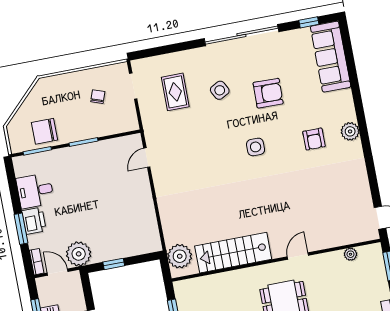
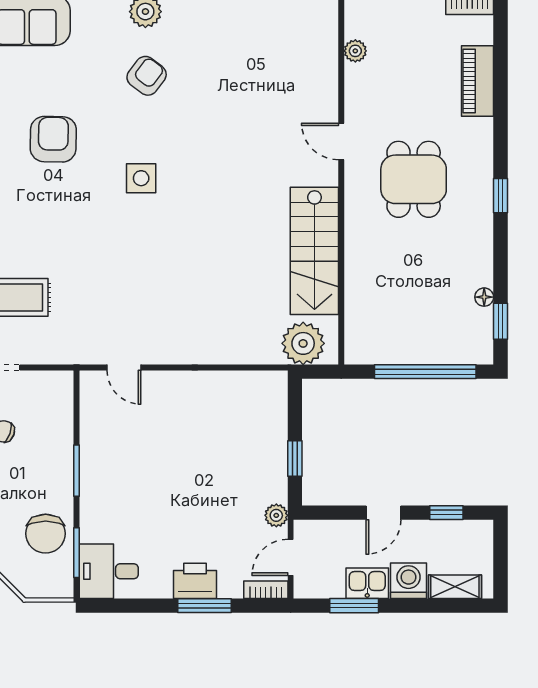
side table: (220, 90) -> (33, 221), removed
armchair: (314, 139) -> (147, 76), turned -53
desk: (35, 191) -> (109, 571), moved, turned 90
plant: (79, 254) -> (276, 515), width x0.53, depth x0.53

